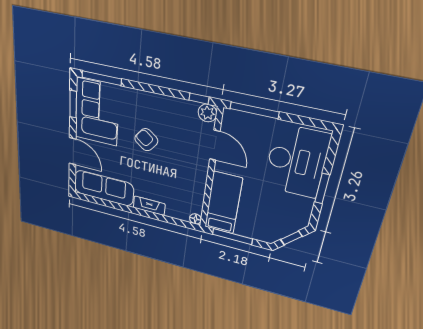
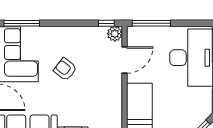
door: (215, 145) -> (125, 60), hinge flipped

